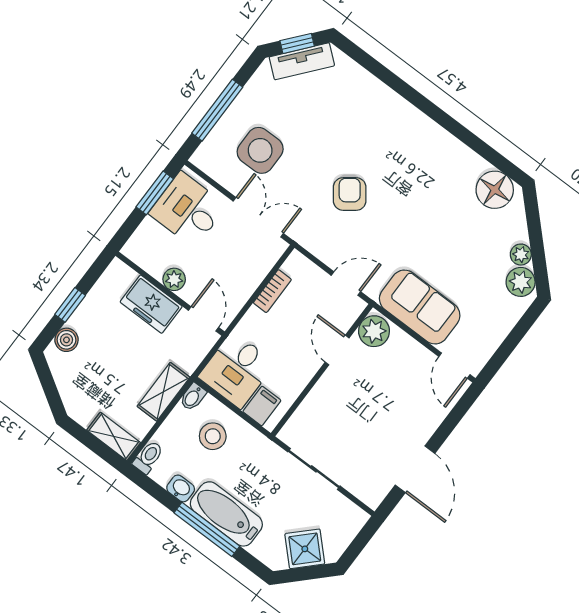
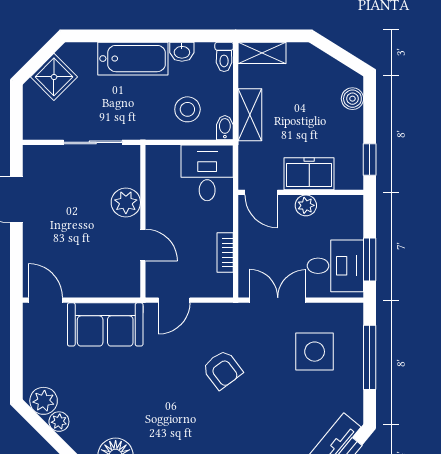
double door: (258, 217) -> (278, 300), swing flipped
window: (70, 305) -> (370, 160), moved
plant: (374, 331) -> (126, 202), moved
filing cabinet: (262, 406) -> (168, 160), removed
window: (207, 529) -> (139, 36), removed

